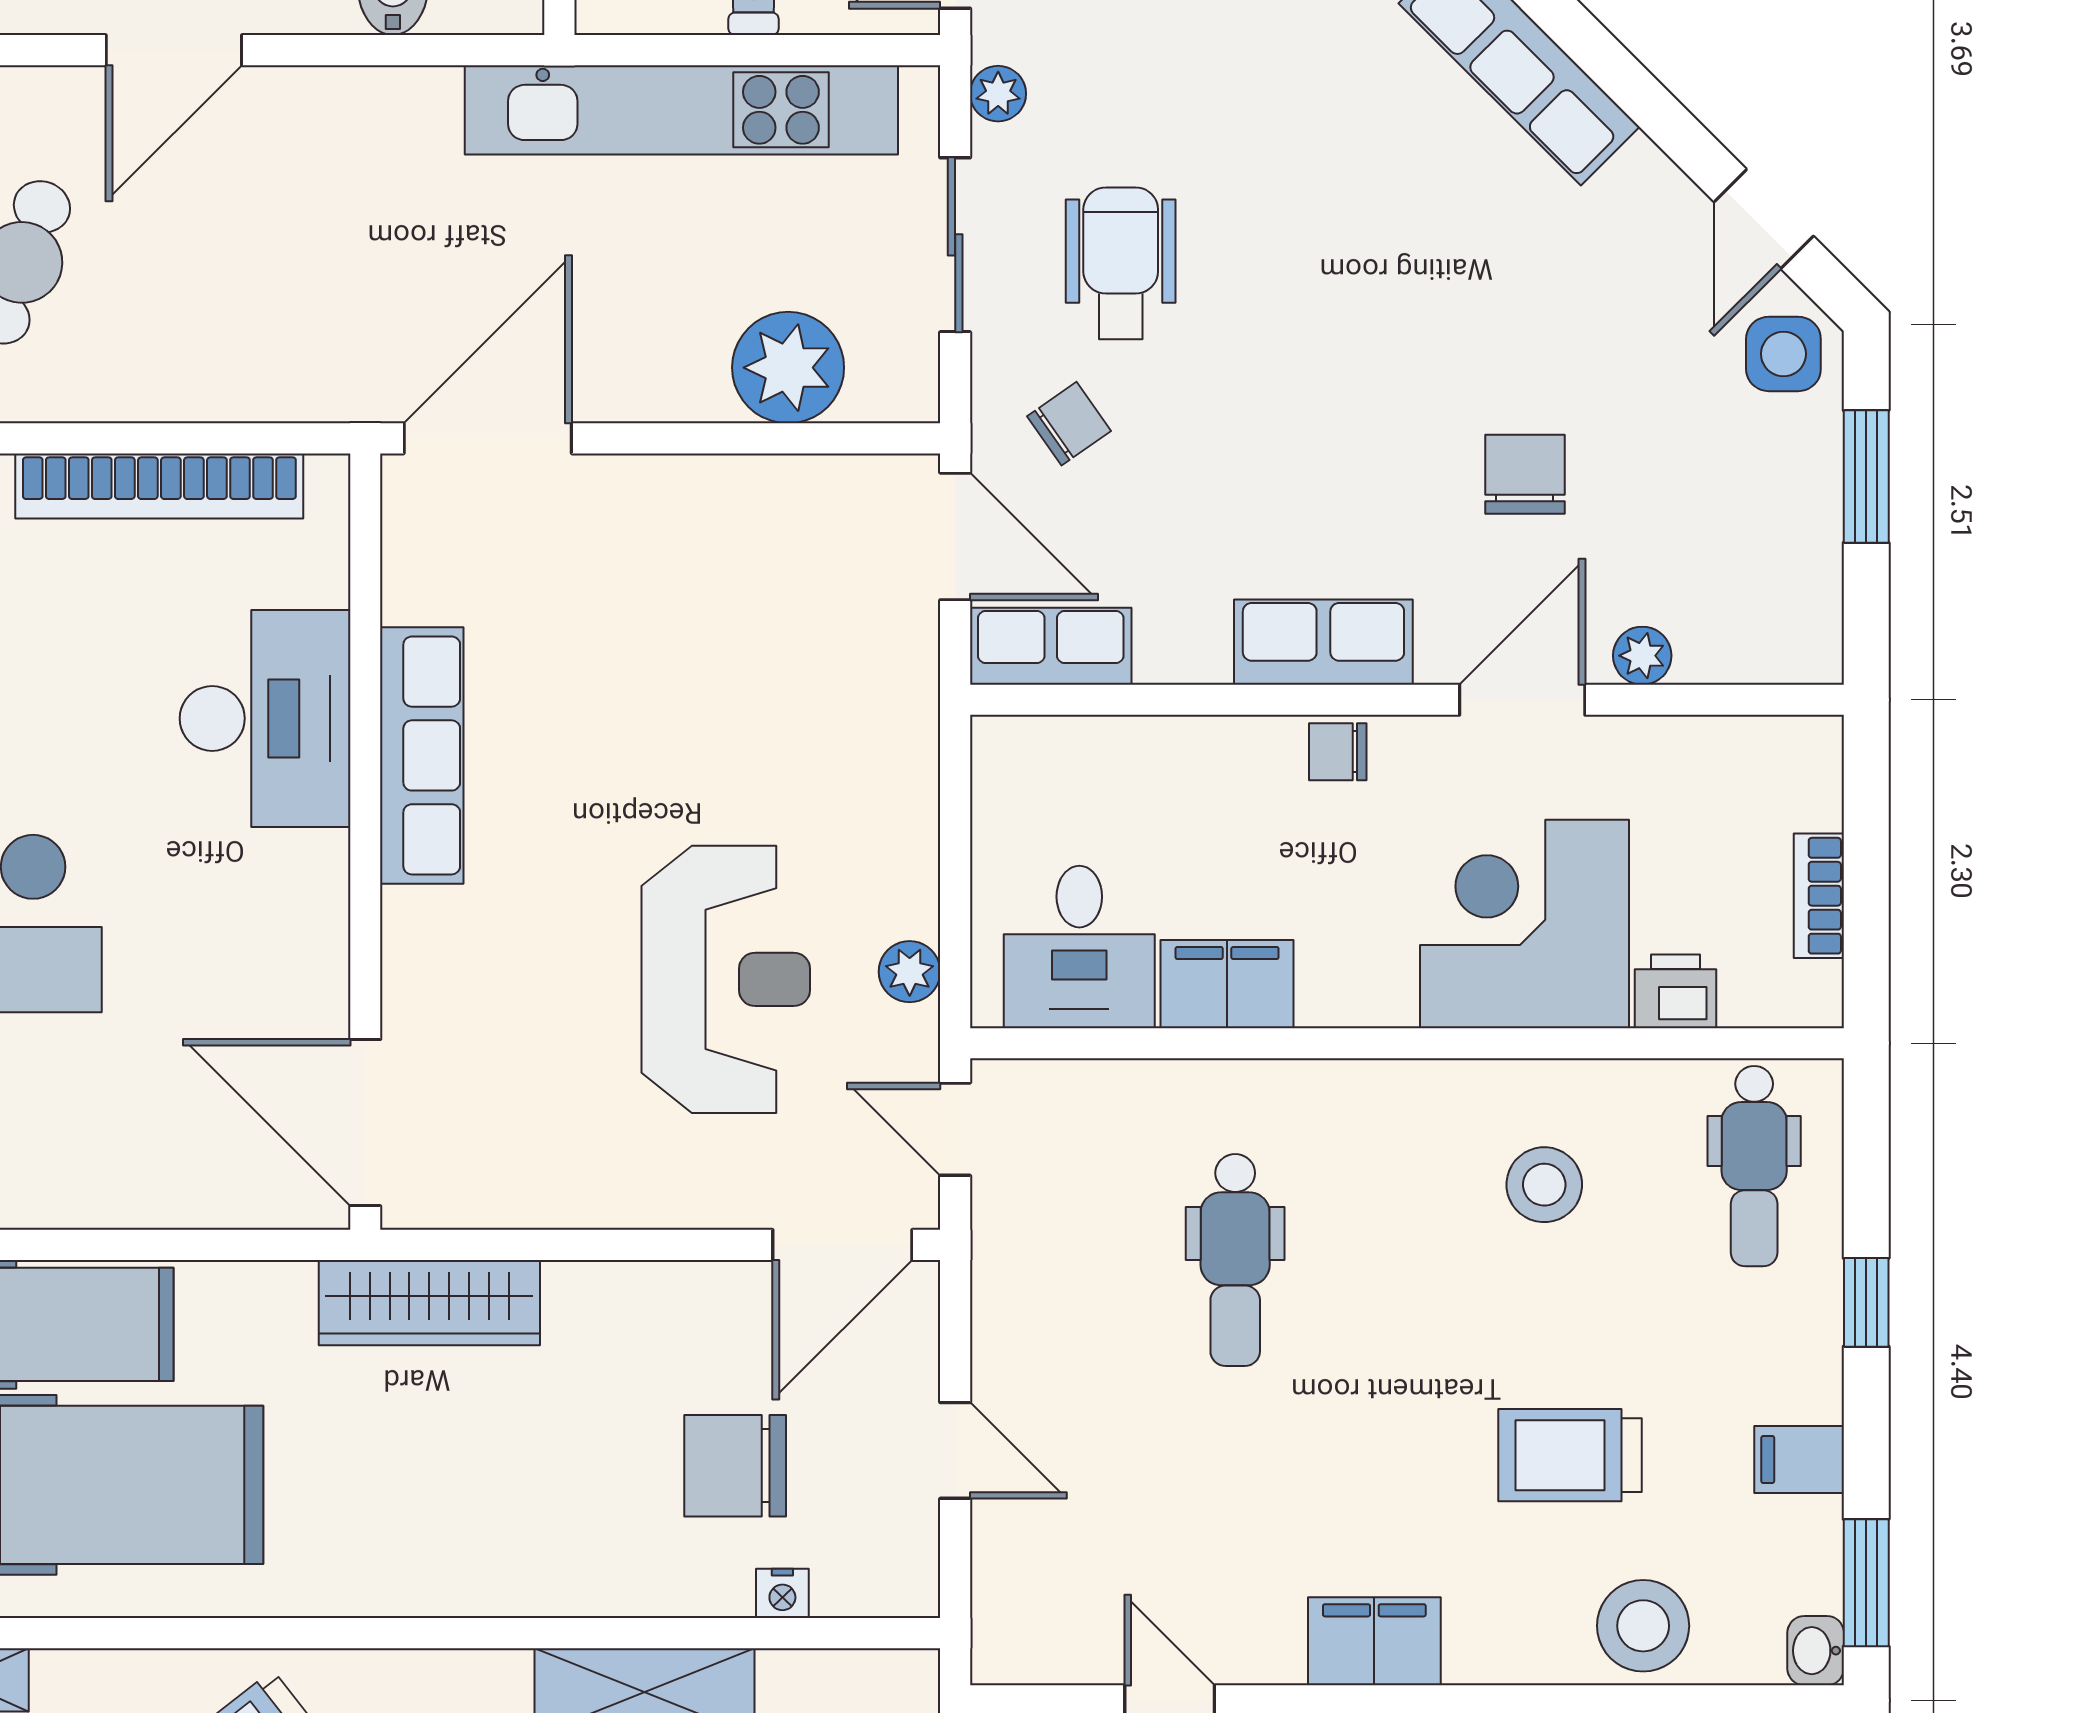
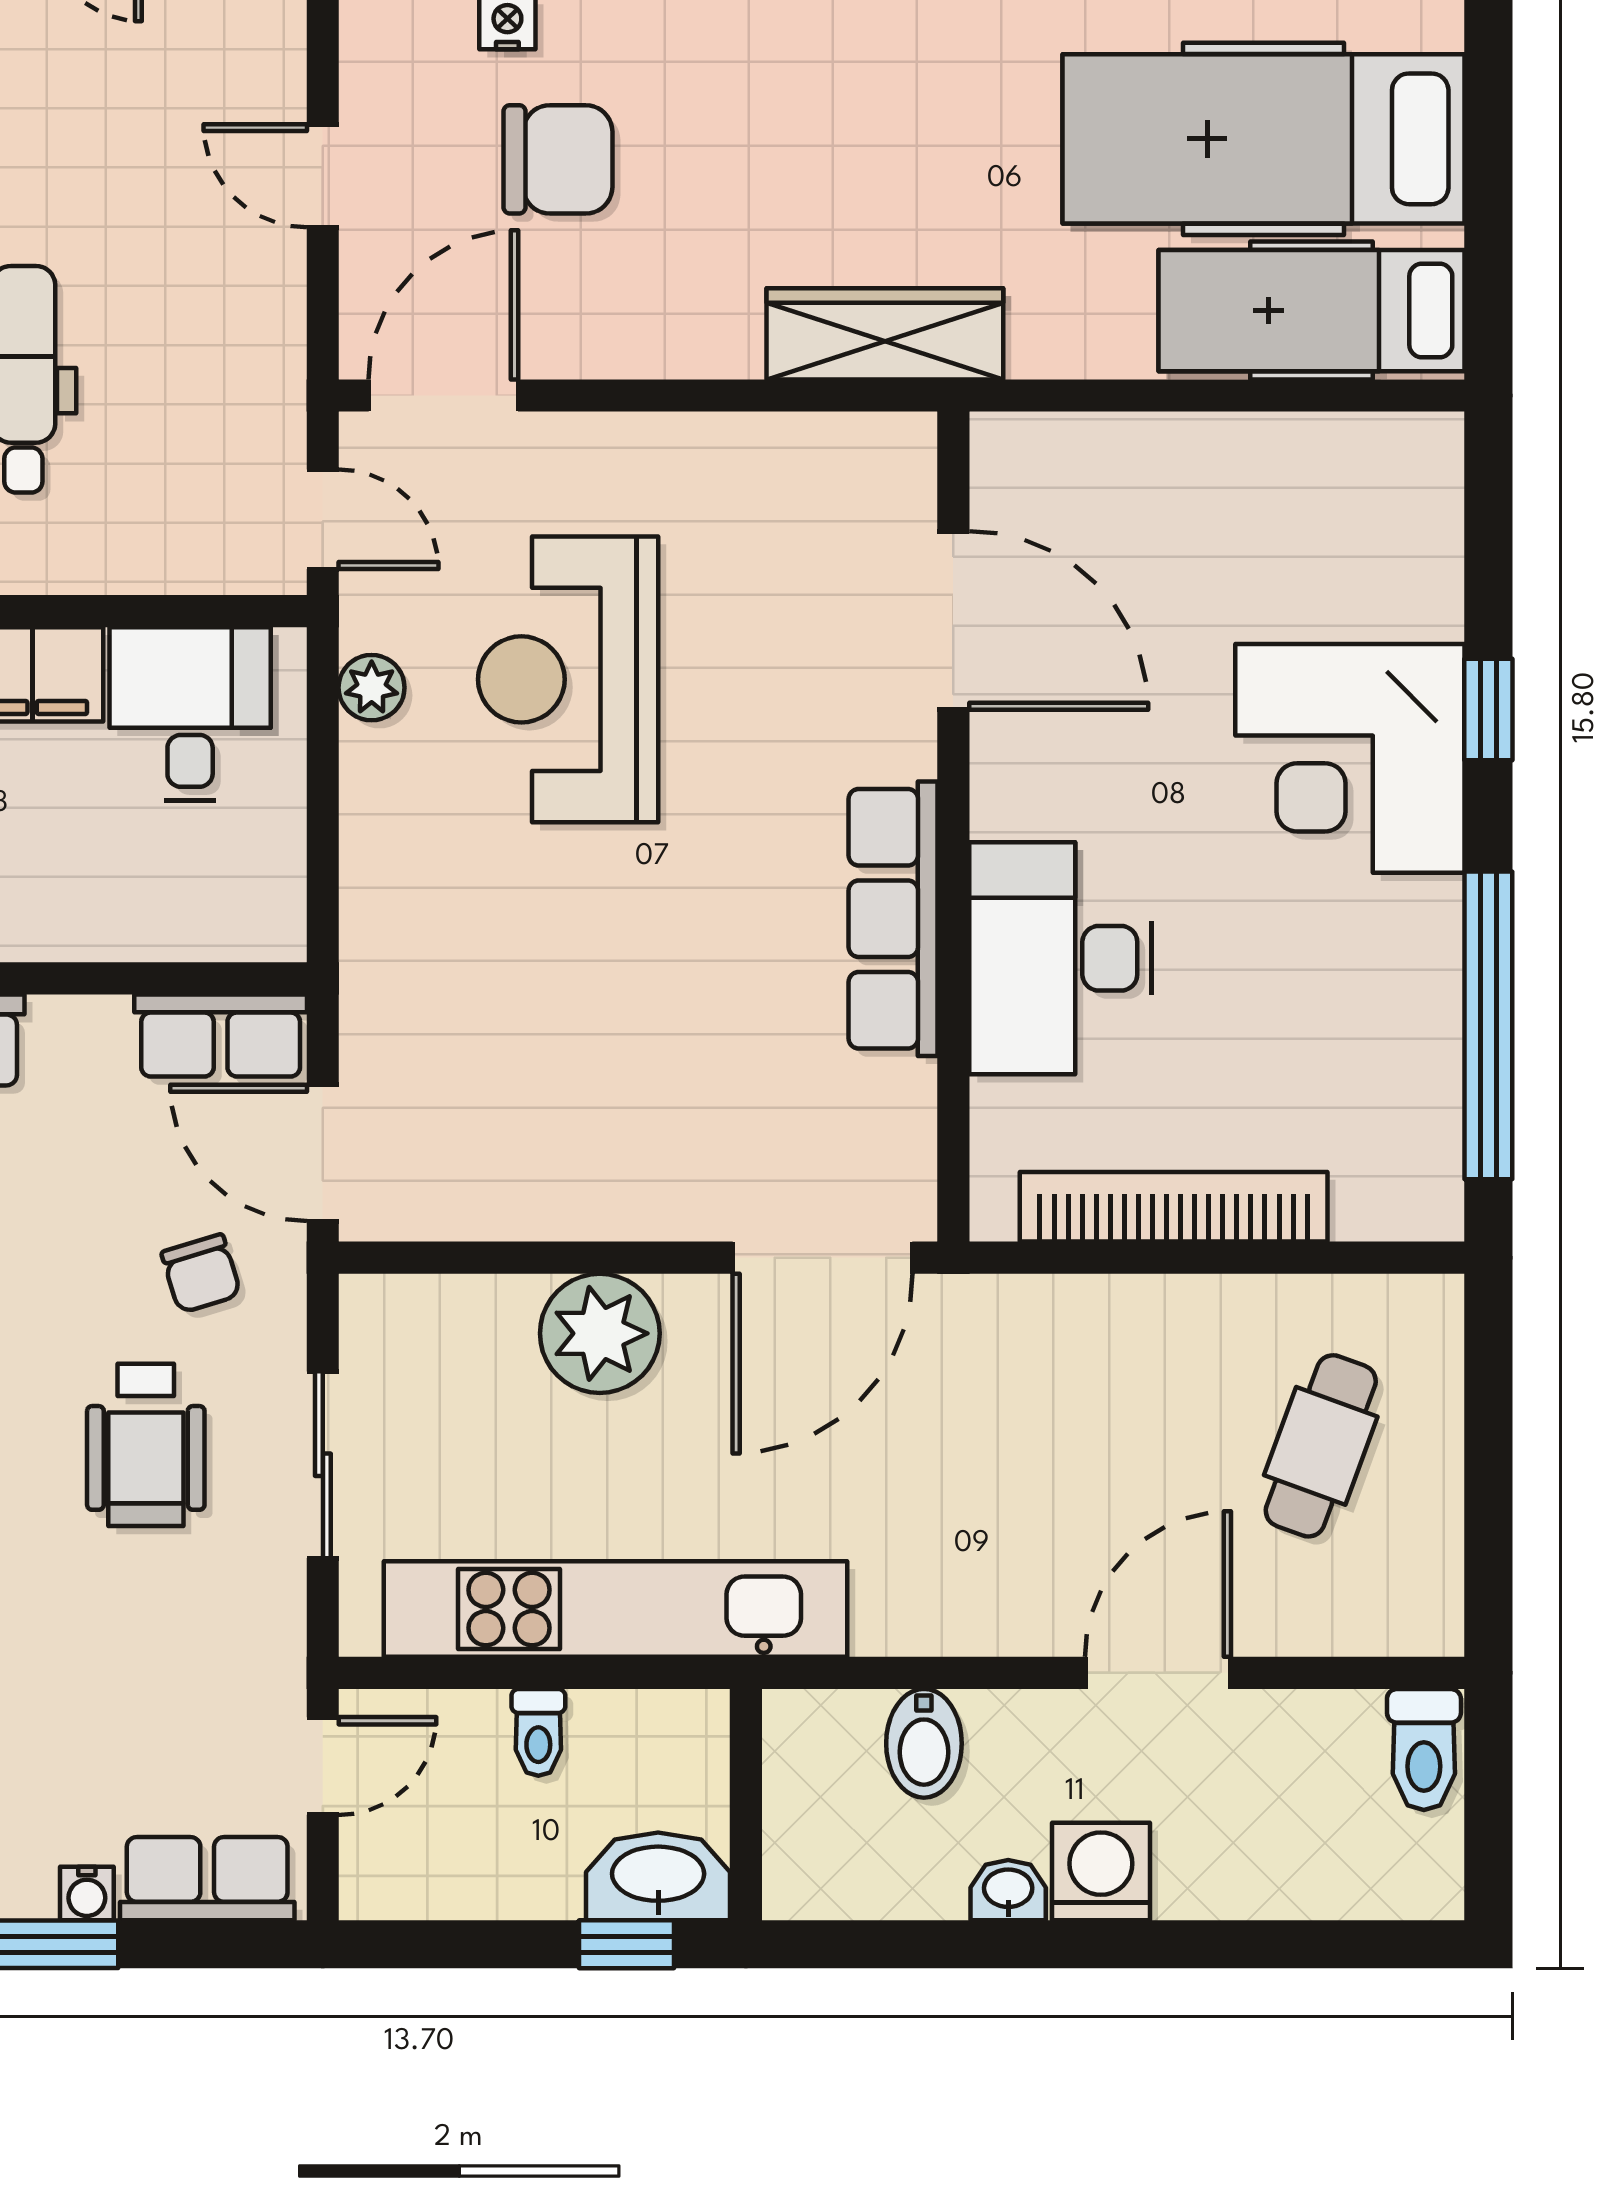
plant: (998, 94) -> (277, 1626), removed
plant: (788, 368) -> (600, 1333), moved
chair: (1069, 424) -> (201, 1274), turned -72
door: (365, 1123) -> (953, 620), moved

